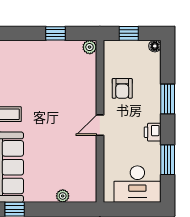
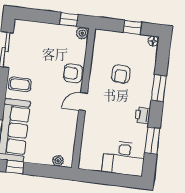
plant: (90, 47) -> (82, 33), moved
armchair: (68, 94) -> (73, 73), added
wall: (100, 121) -> (83, 98), moved
door: (100, 125) -> (83, 102), moved

